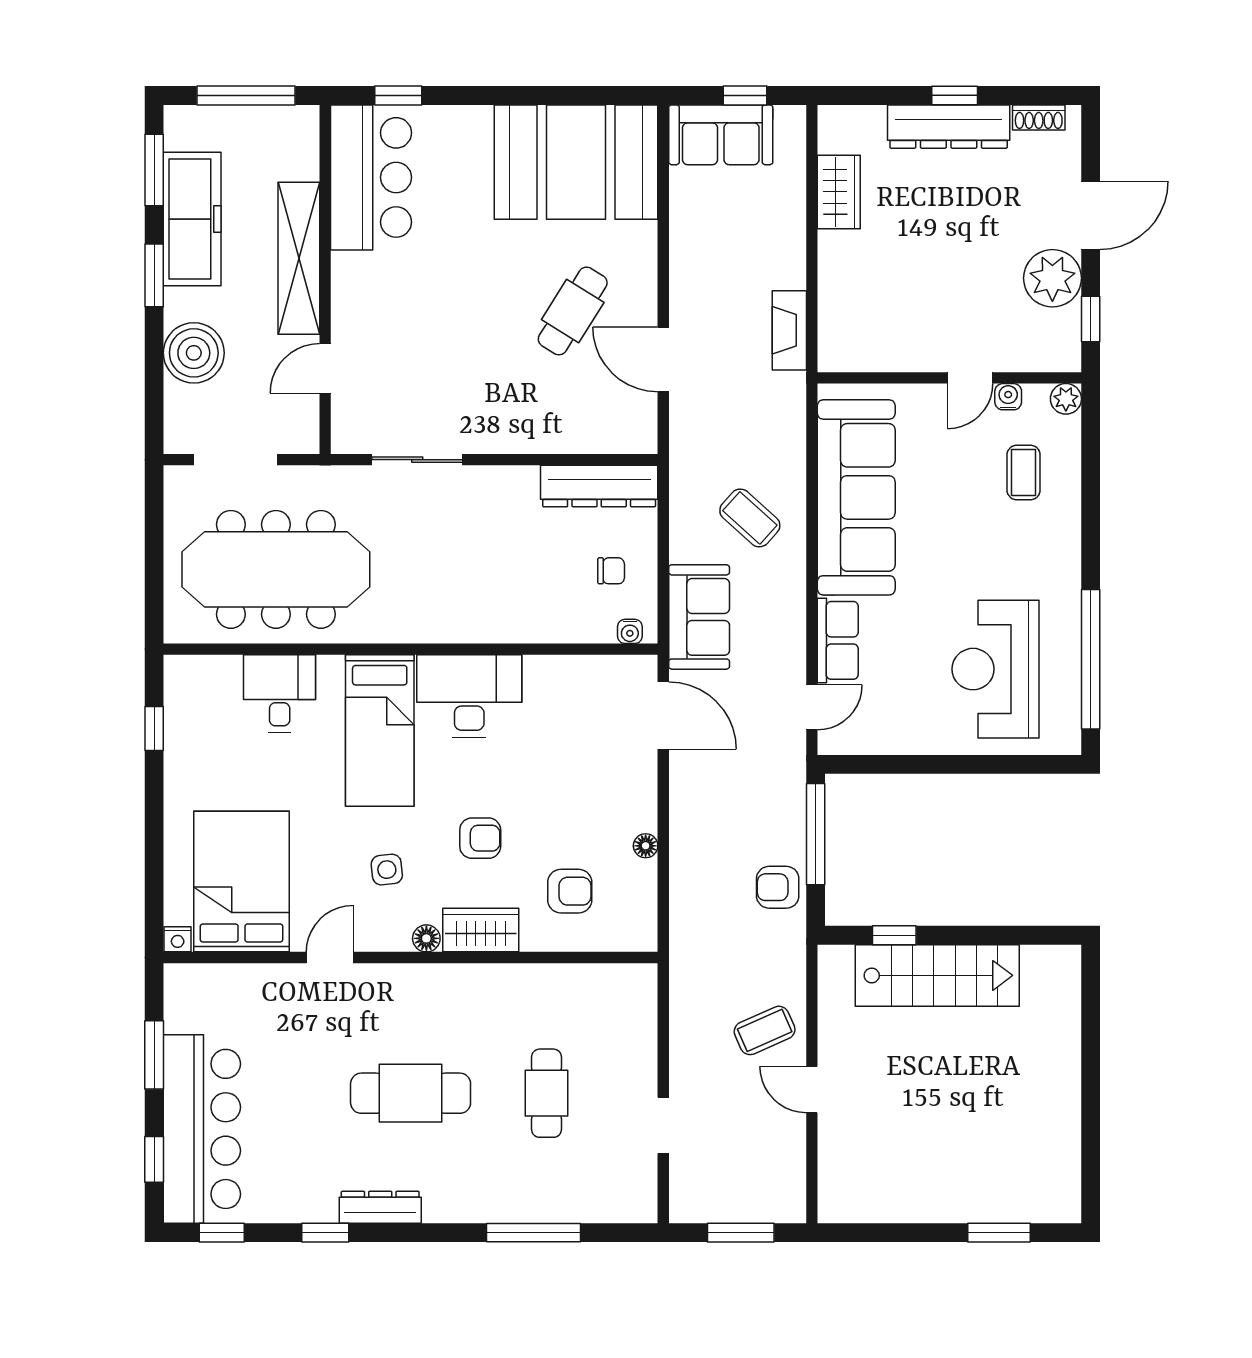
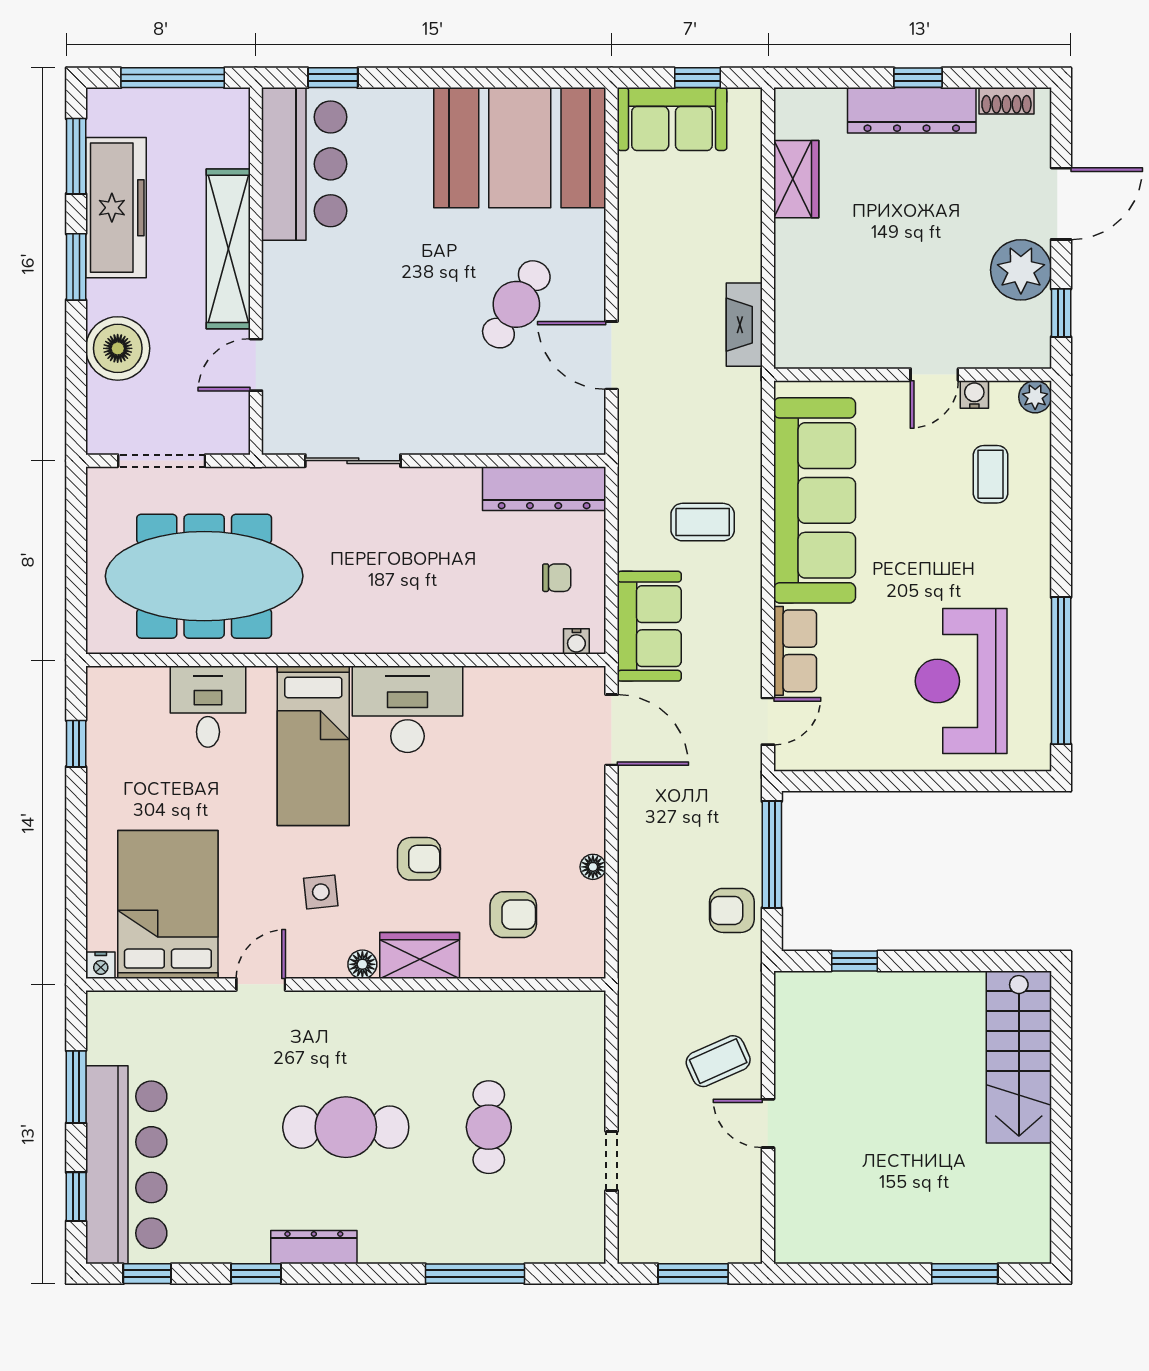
coffee table: (750, 518) -> (703, 522), turned -42
stairs: (937, 975) -> (1019, 1057), moved, turned 90

